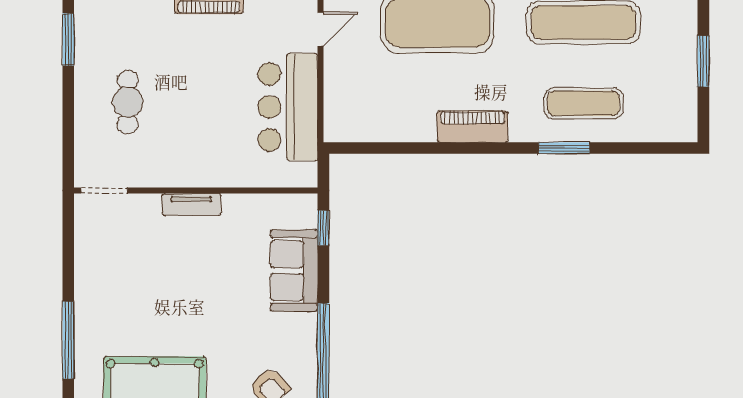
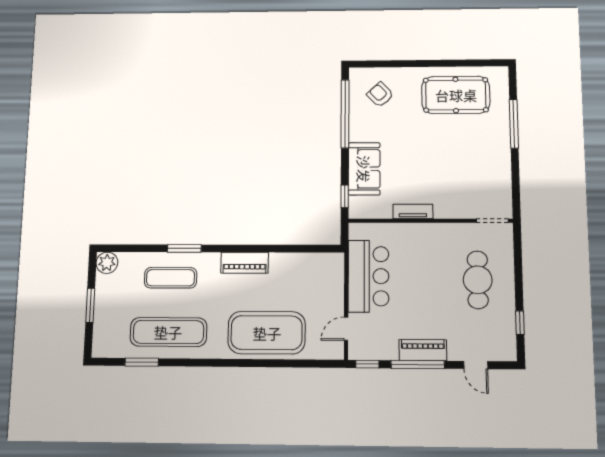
window: (68, 39) -> (520, 323), width x0.67
cafe table: (128, 102) -> (478, 280), width x1.37, depth x1.35
plant: (681, 126) -> (107, 263), added
tv unit: (191, 205) -> (413, 212), moved

